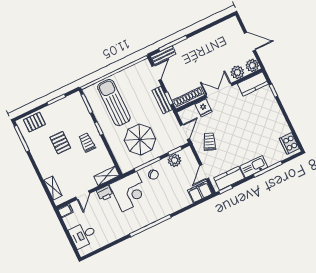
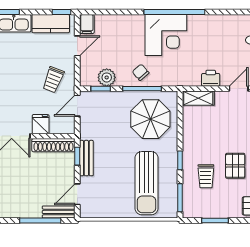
parasol: (140, 140) -> (150, 119), moved
trolley: (87, 142) -> (206, 176), moved
corner desk: (129, 192) -> (166, 35), moved, turned 180
filing cabinet: (200, 192) -> (87, 24), width x0.50

